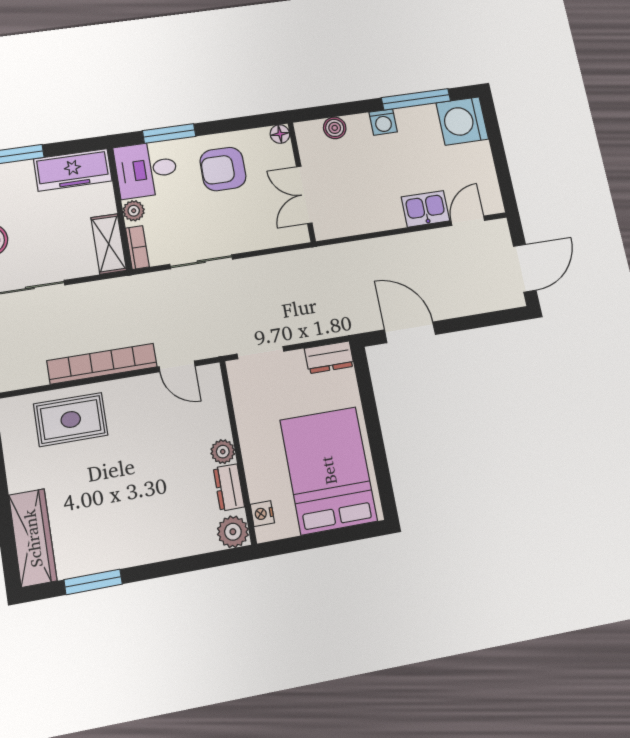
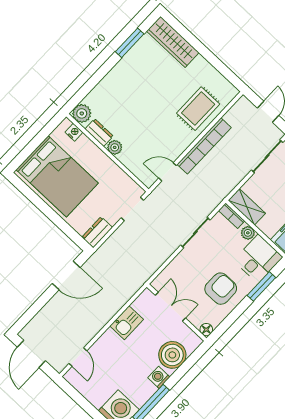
boiler: (335, 128) -> (172, 355), width x1.86, depth x1.86
kitchen sink: (425, 209) -> (127, 323), moved

